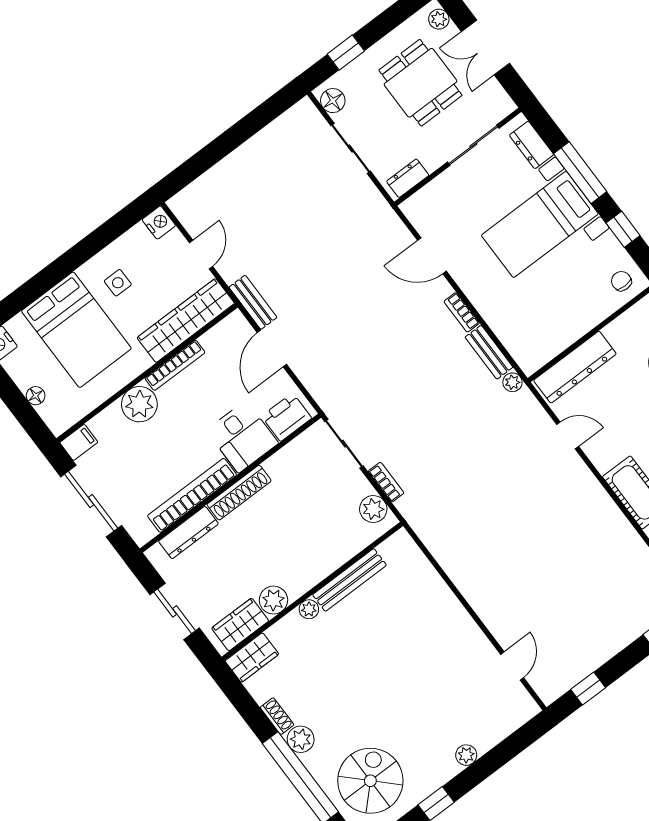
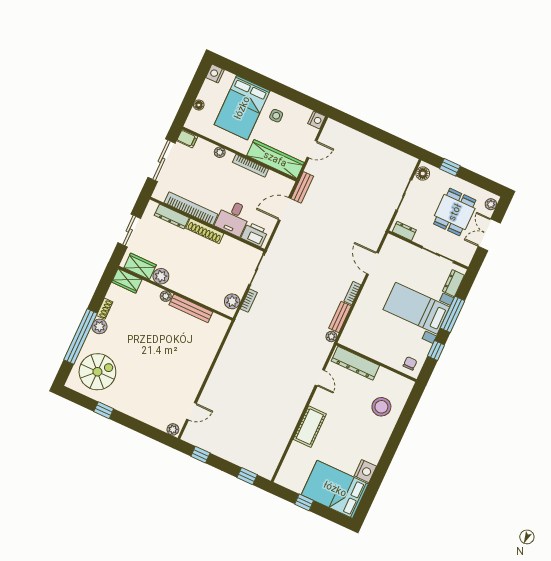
plant: (139, 404) -> (220, 152), width x0.53, depth x0.53
plant: (466, 755) -> (173, 429), moved

